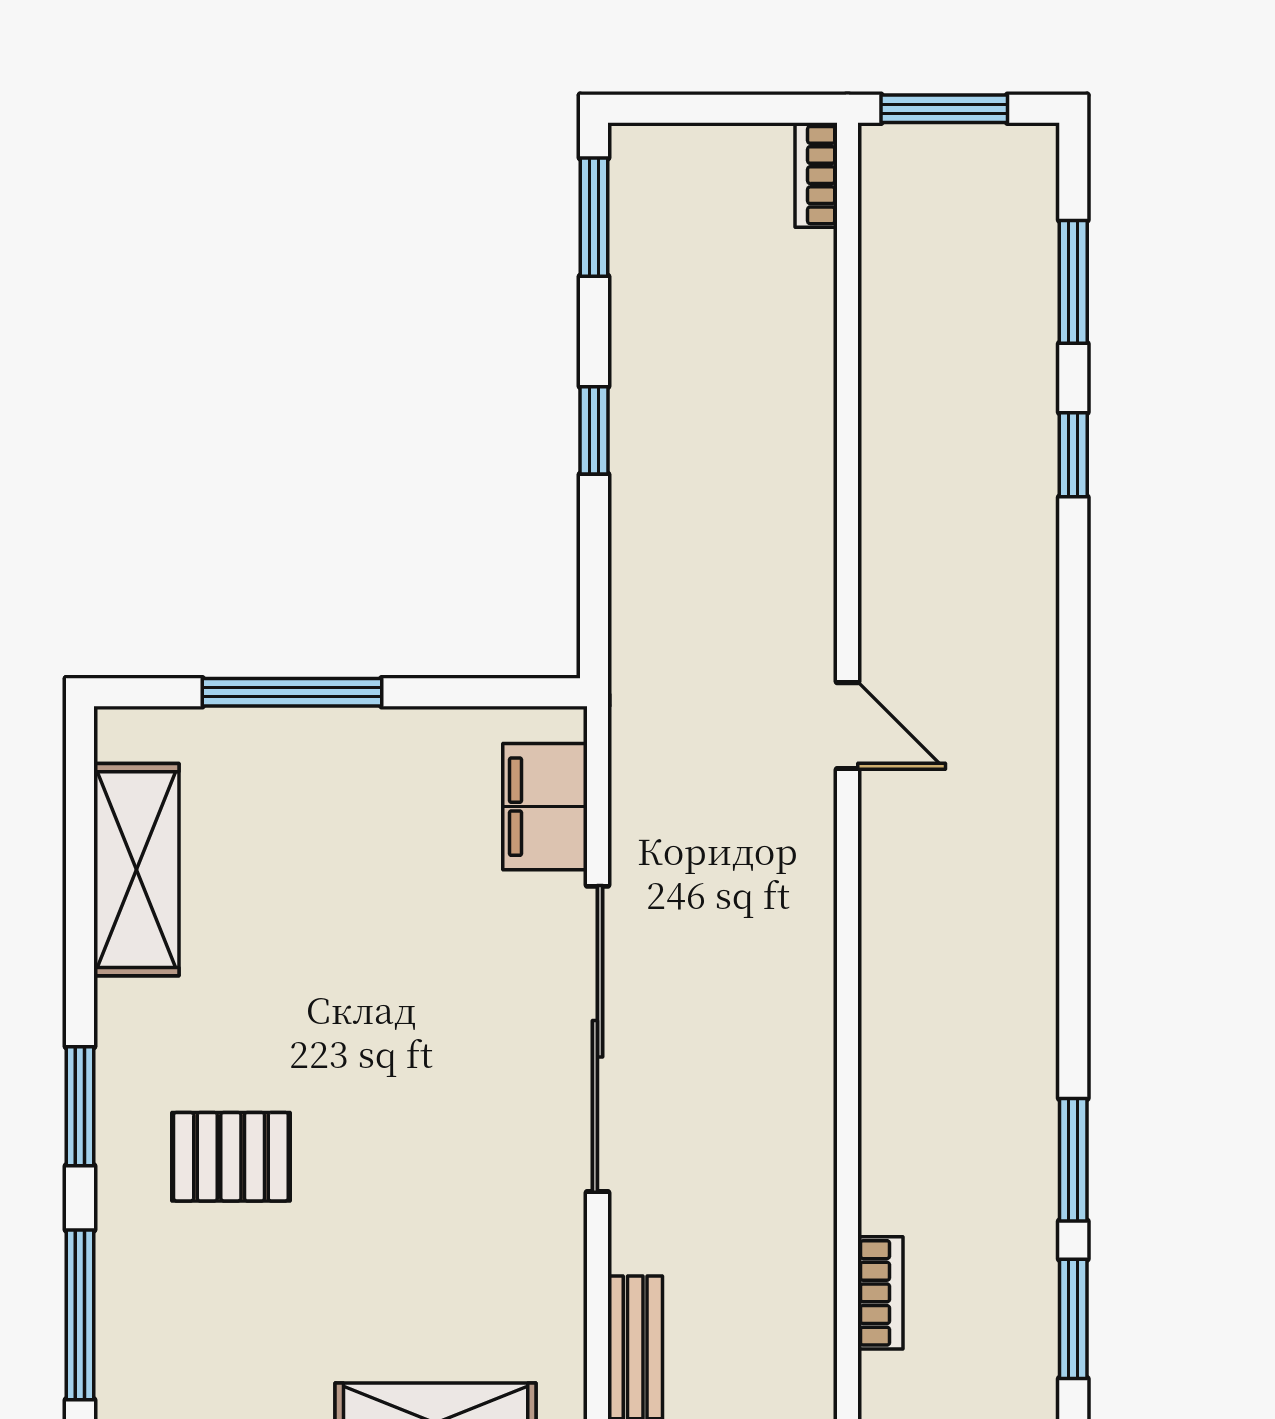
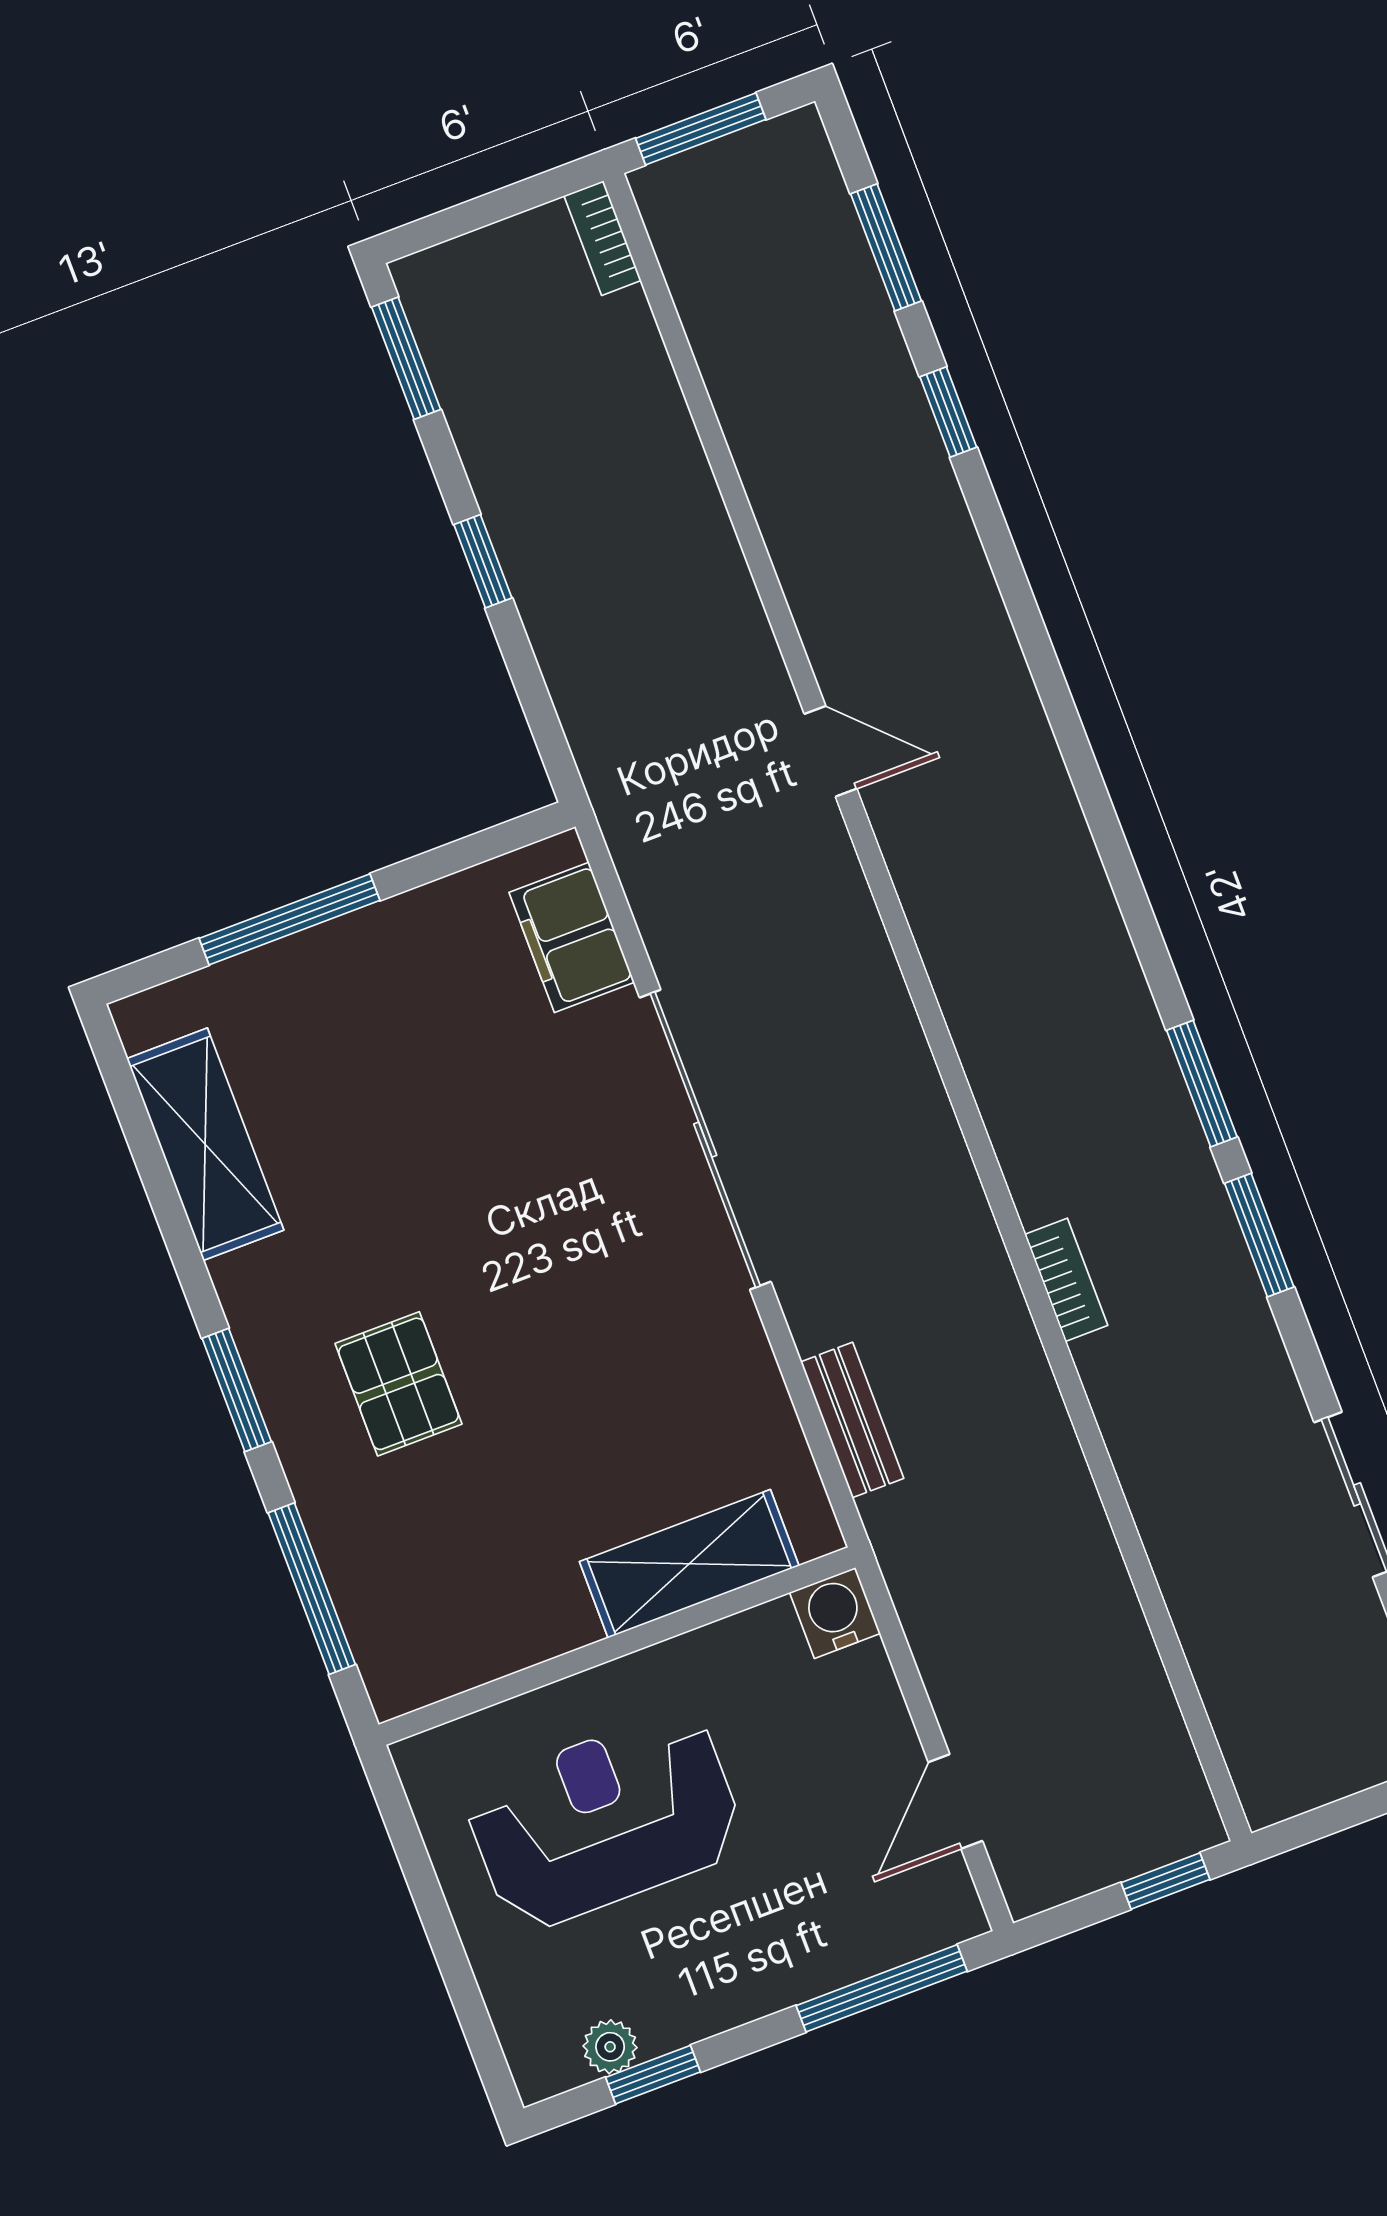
pallet: (231, 1157) -> (398, 1384), turned 90

